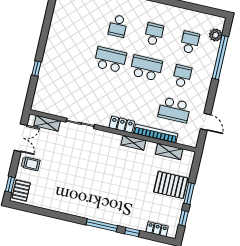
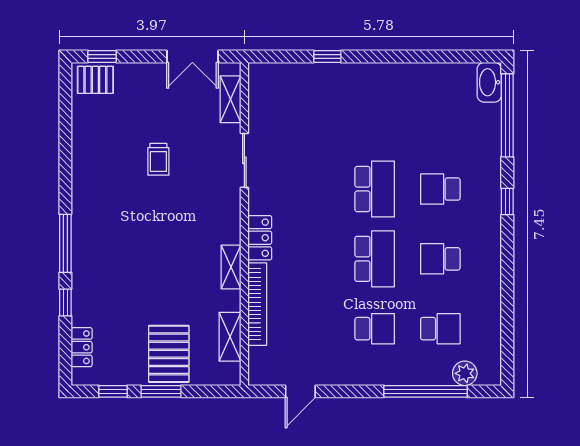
school desk: (154, 34) -> (440, 259), turned 180
school desk: (174, 110) -> (309, 329), removed
trolley: (31, 164) -> (158, 159), moved

